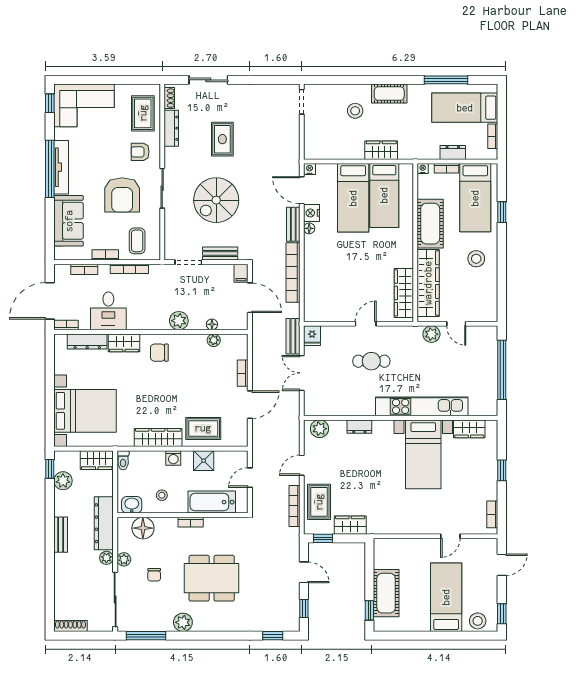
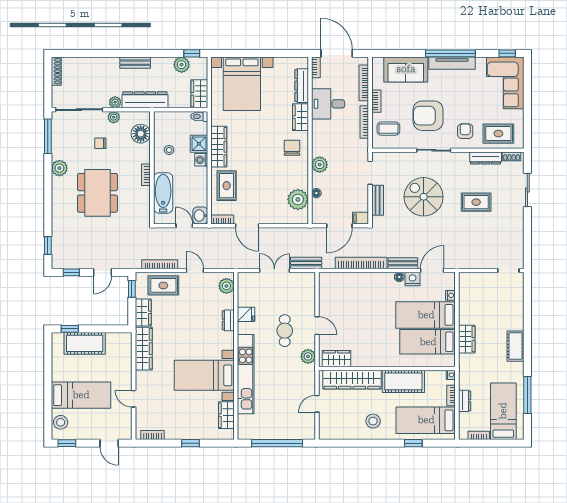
stool: (355, 111) -> (501, 317), removed
nightstand: (310, 169) -> (450, 295), moved
bookcase: (84, 269) -> (364, 83), width x1.56
wardrobe: (404, 293) -> (336, 359), width x0.67
plant: (431, 334) -> (308, 356), moved
fridge: (312, 336) -> (246, 314), moved, turned 180
plant: (214, 340) -> (298, 199), width x1.88, depth x1.88
bookcase: (243, 373) -> (222, 220), moved
shower: (204, 461) -> (199, 144), moved
washbasin: (132, 505) -> (200, 215), moved, turned 180
wardrobe: (392, 525) -> (144, 349), added

